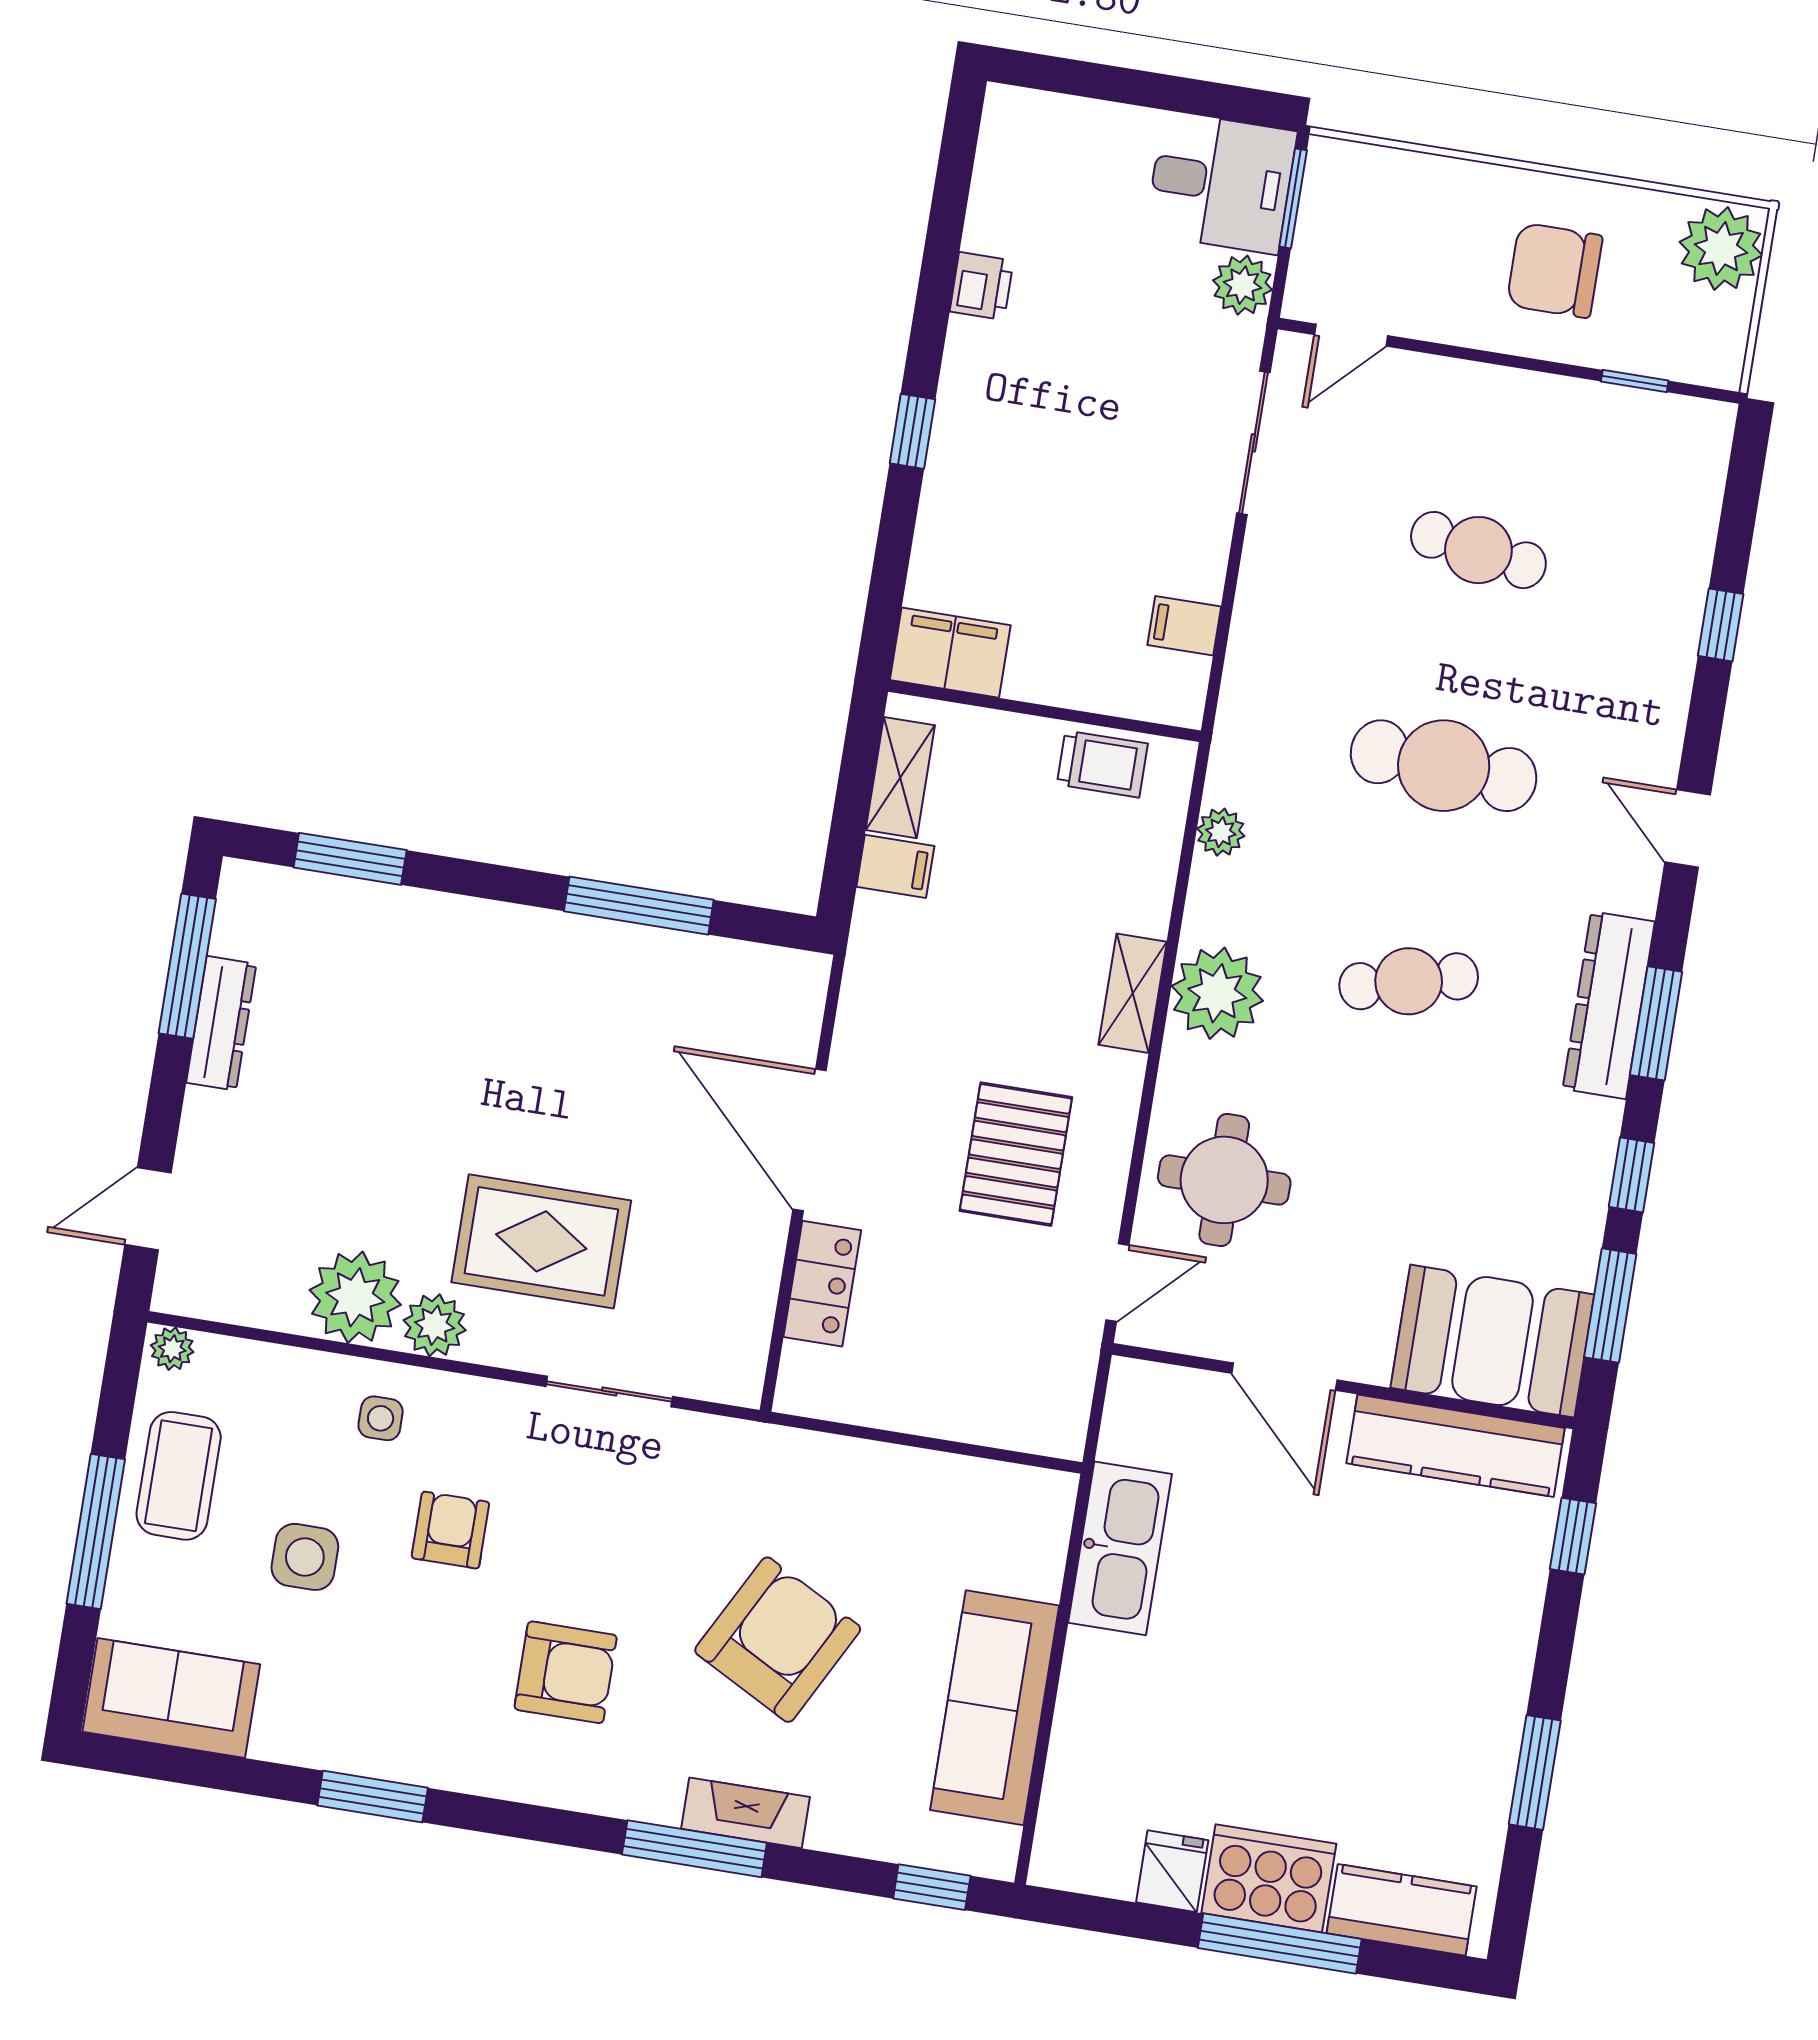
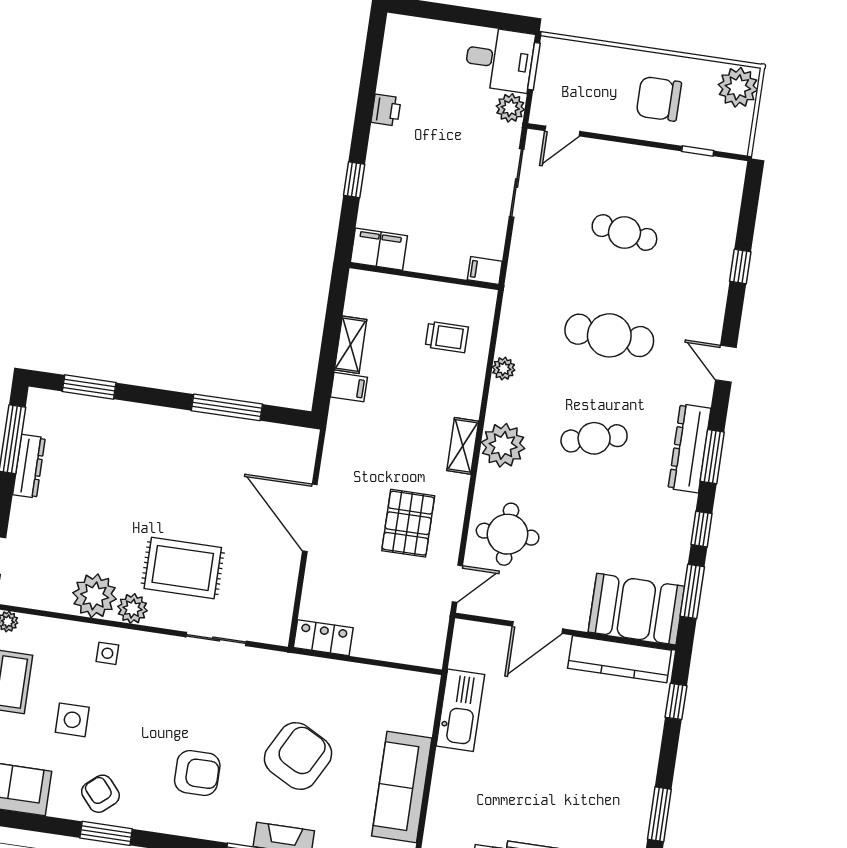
filing cabinet: (950, 653) -> (379, 249), moved
wall: (1044, 711) -> (424, 276), moved
locker: (822, 1284) -> (323, 638), moved, turned -90
door: (1284, 1377) -> (537, 627), hinge flipped
armchair: (450, 1530) -> (100, 794), moved, turned -41

